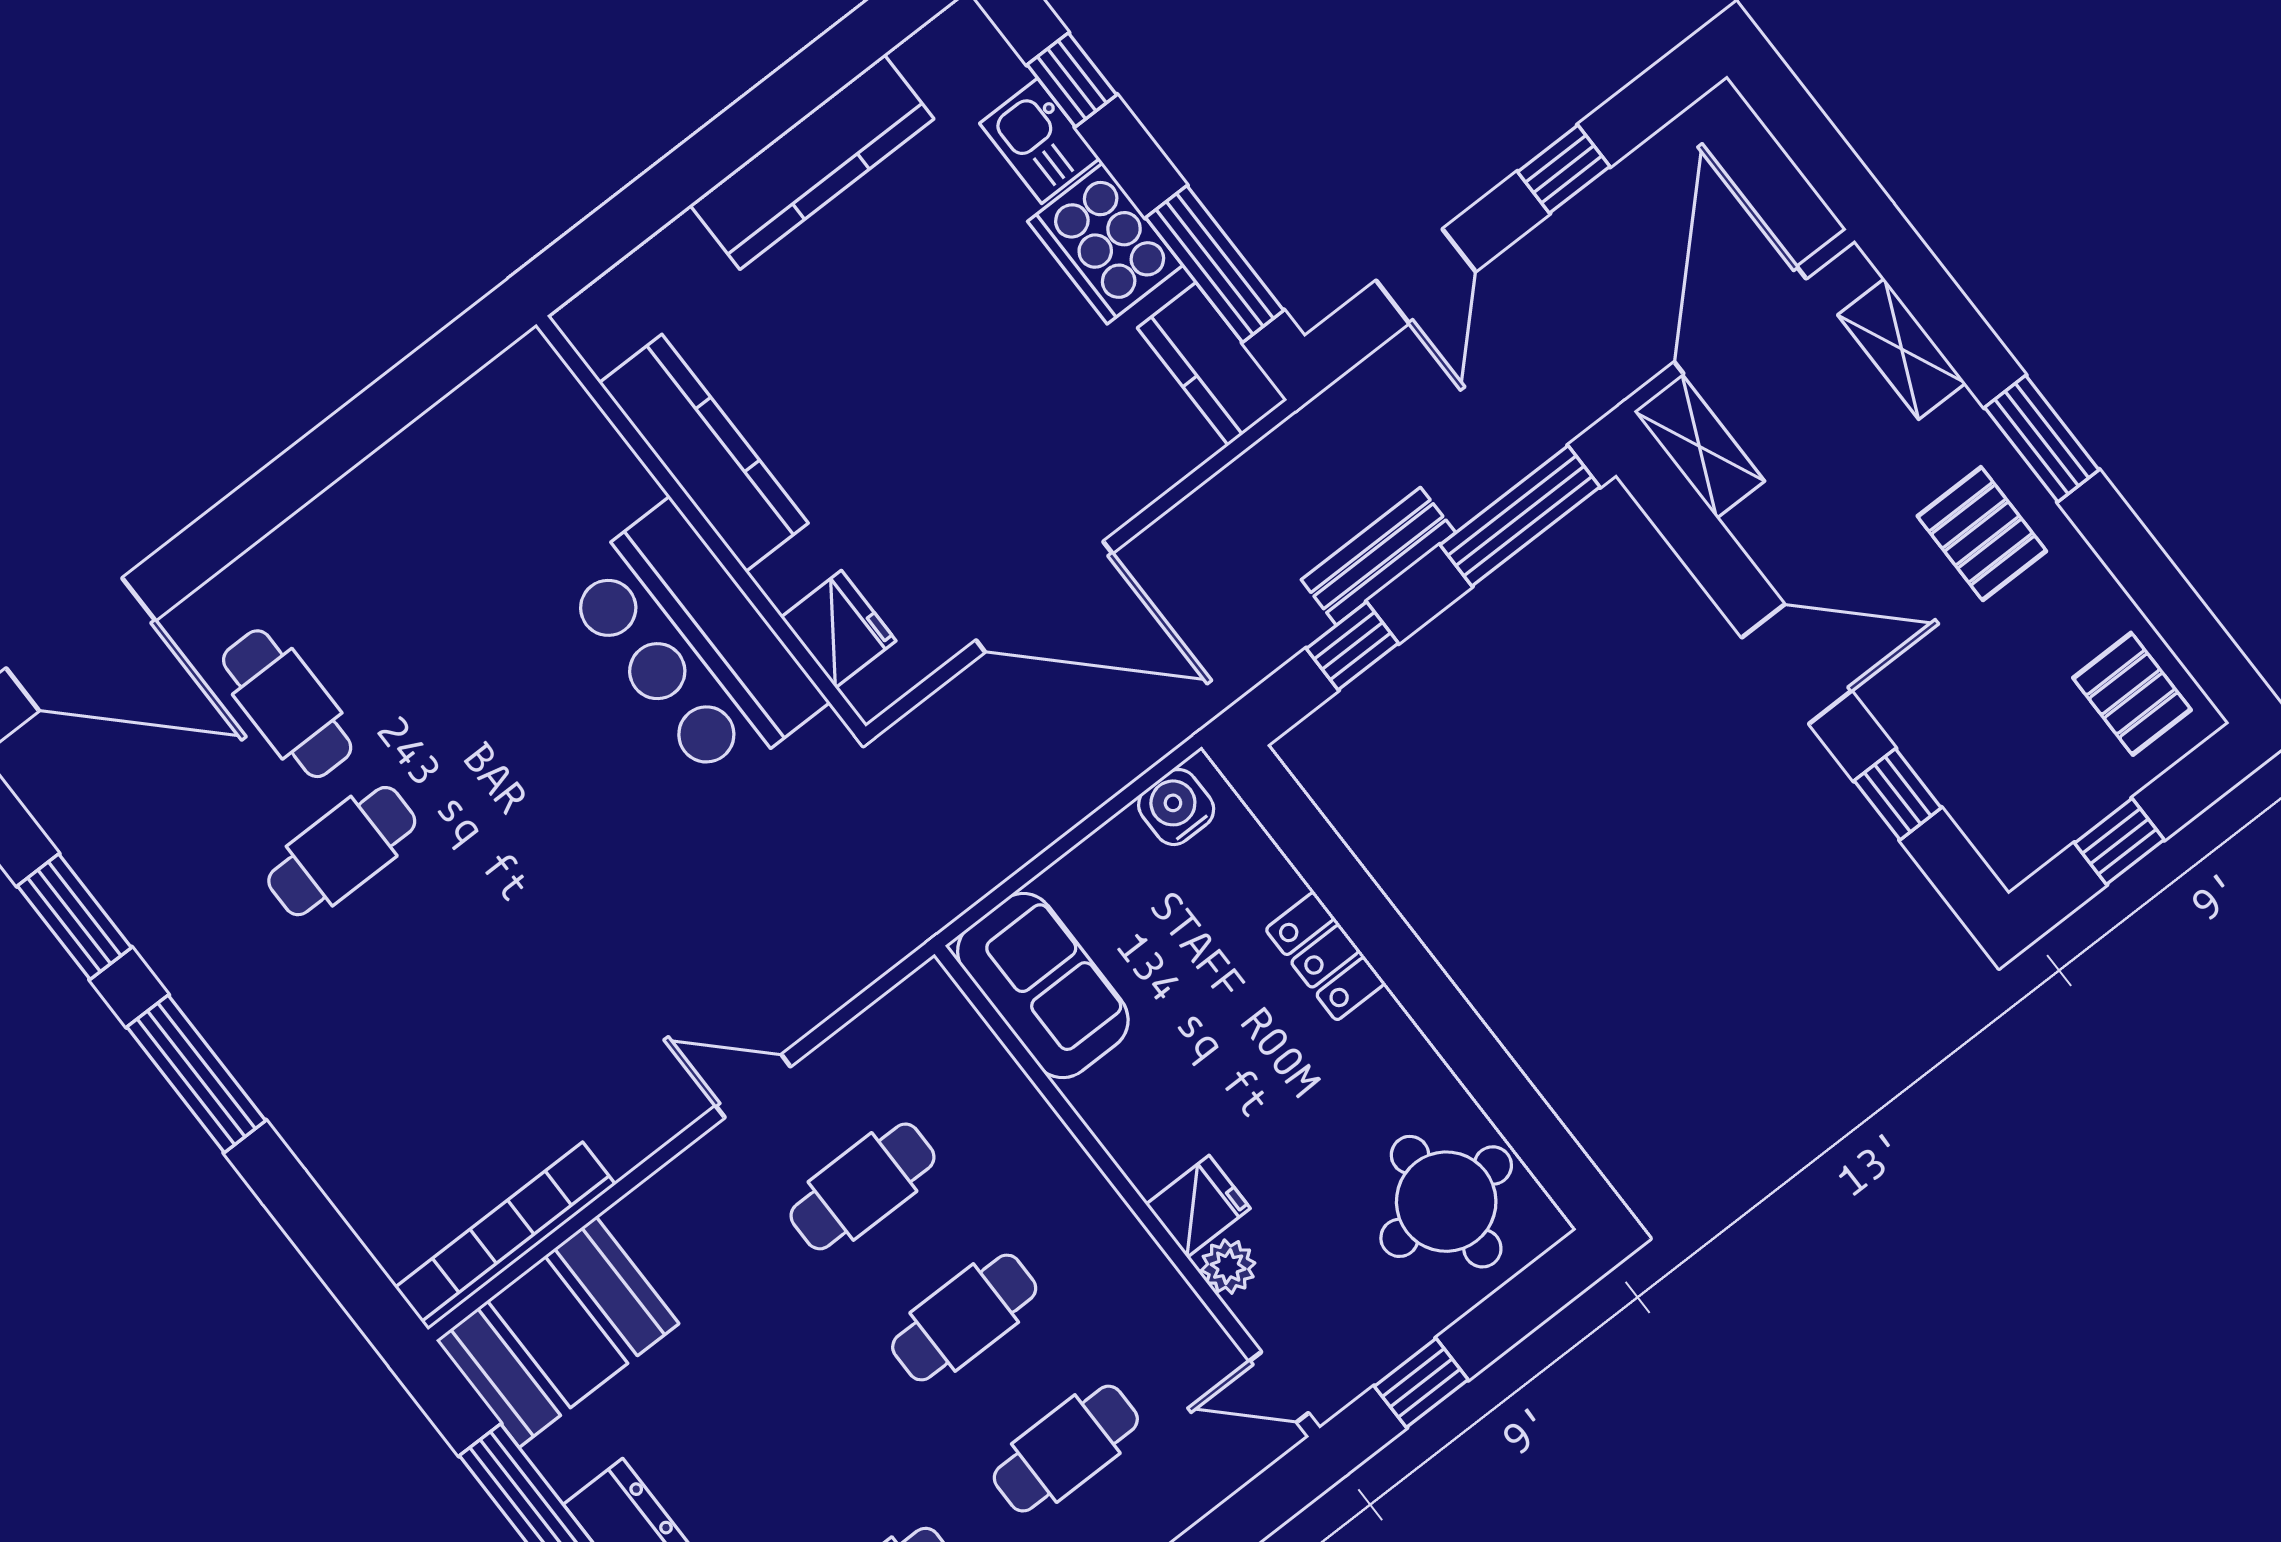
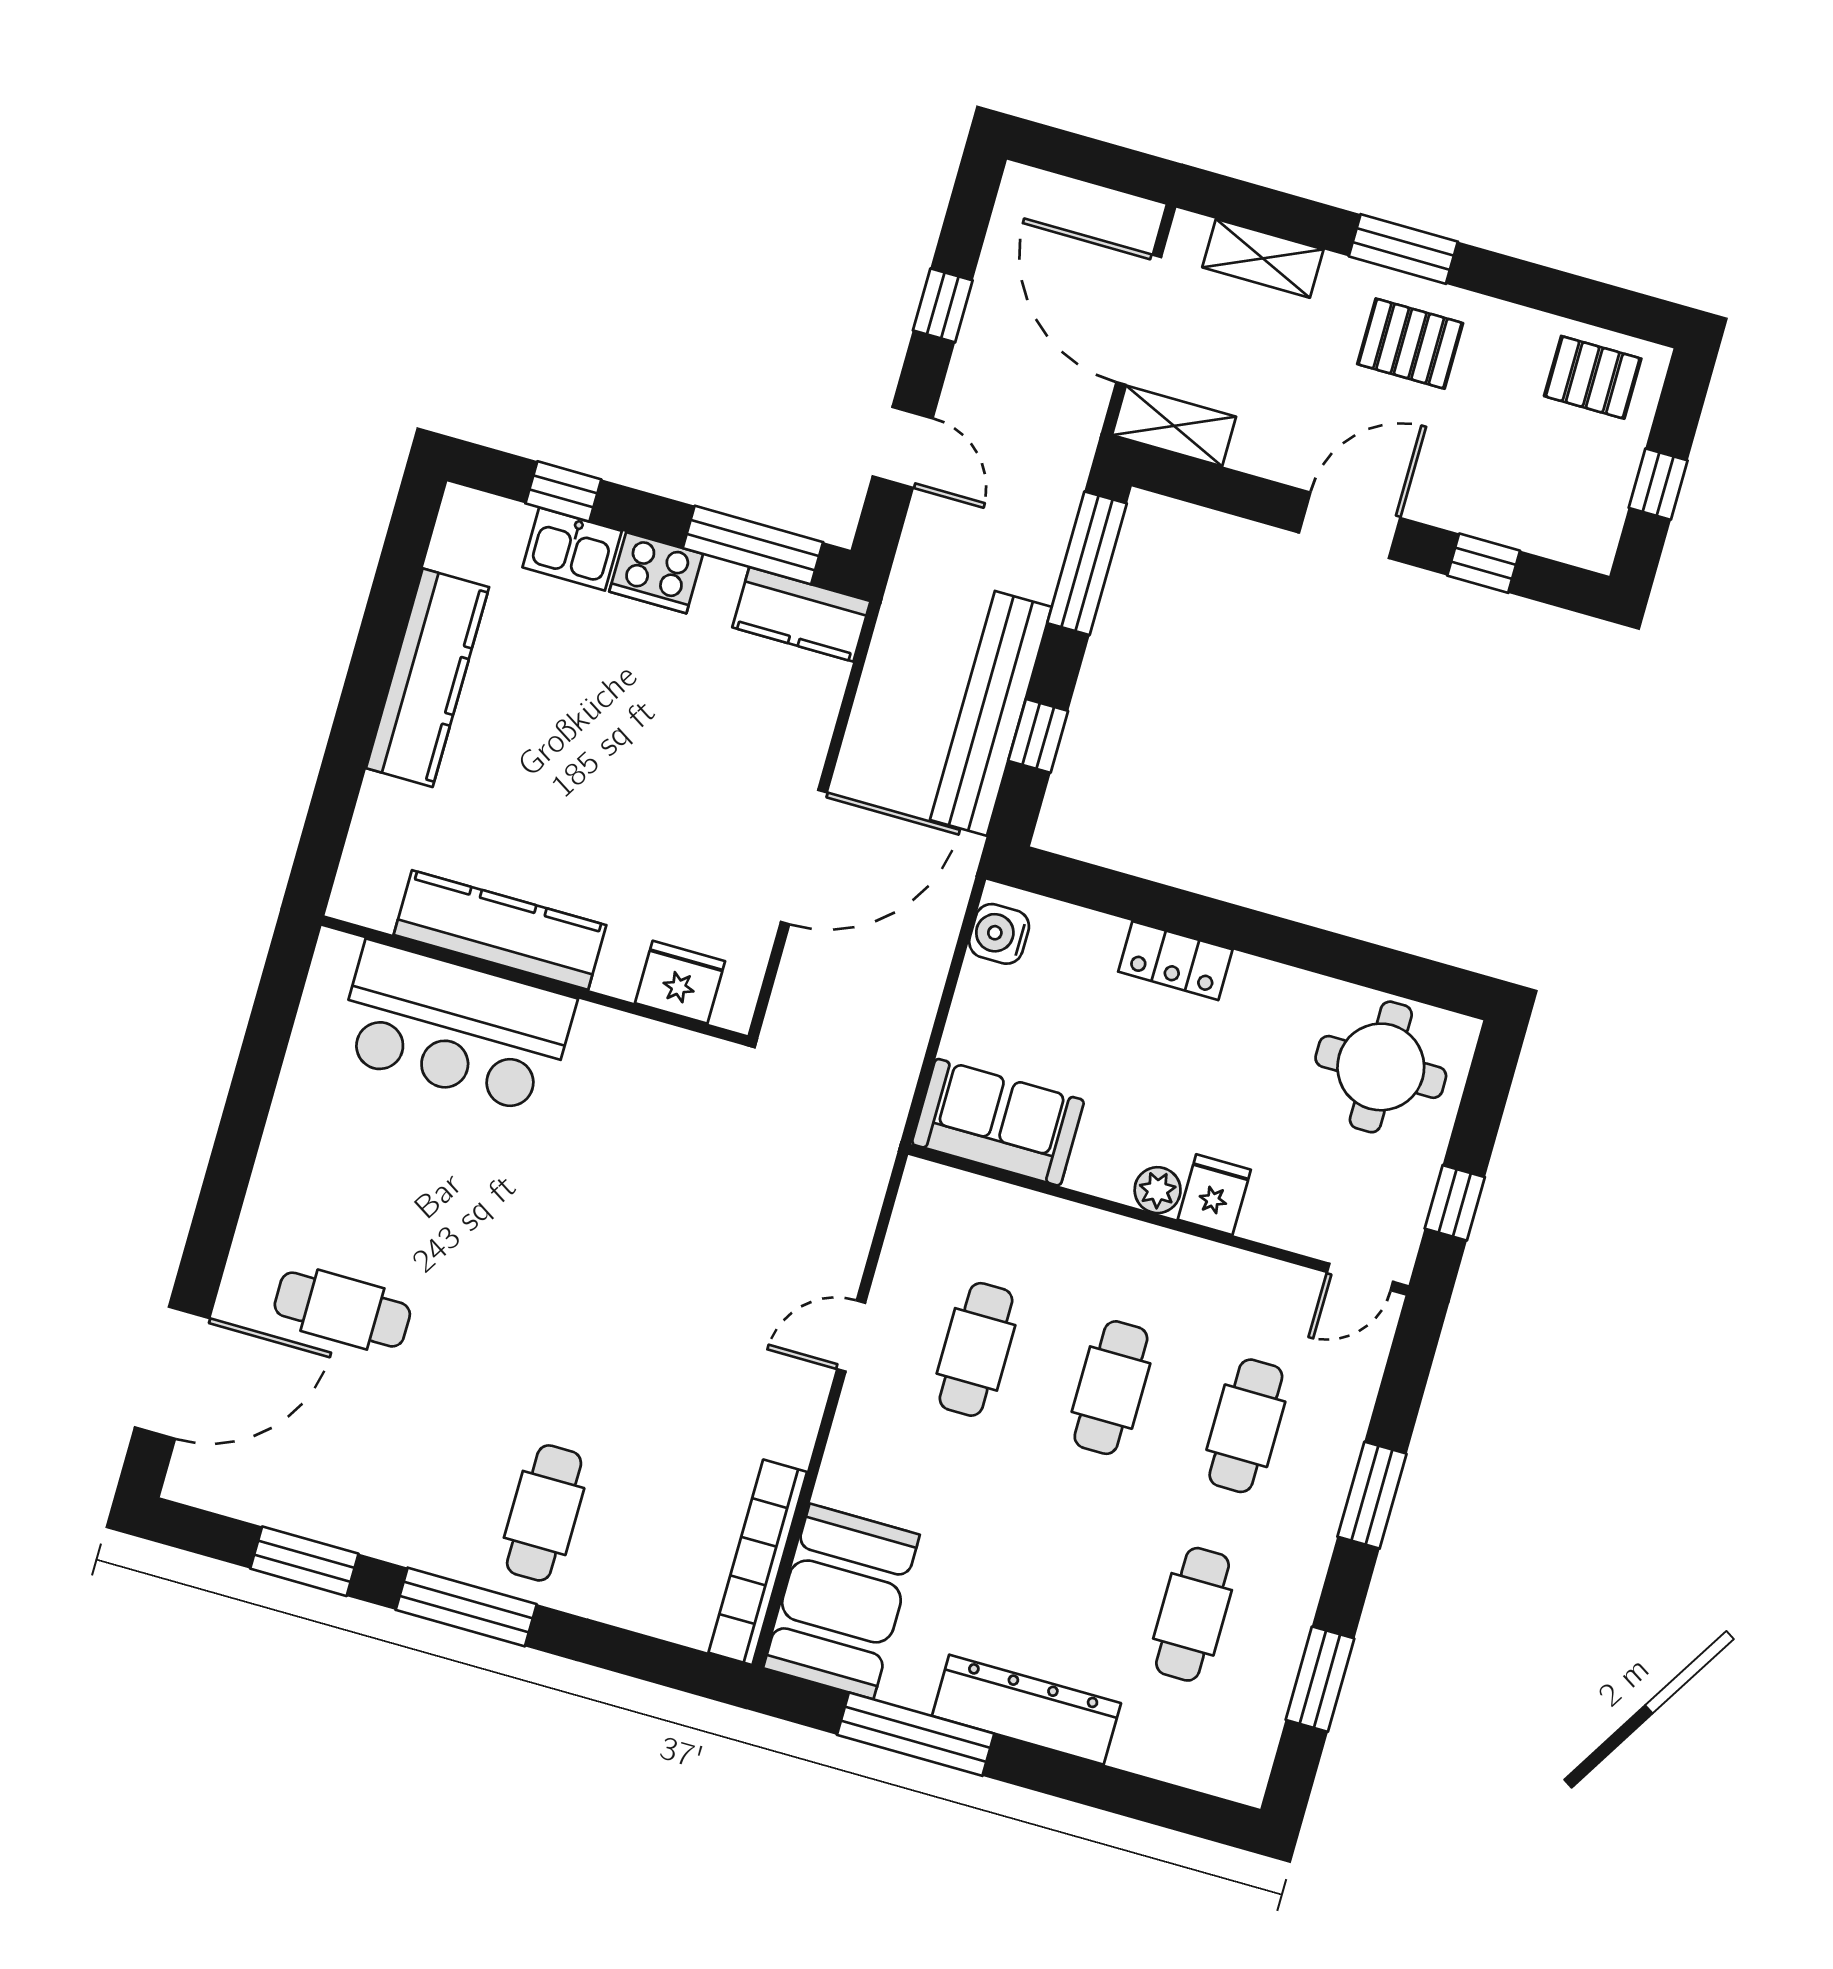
cooker: (1105, 243) -> (656, 573), width x0.73, depth x0.76
bench: (1378, 556) -> (991, 713), width x1.86, depth x1.21
bar counter: (693, 644) -> (455, 1027), moved
cafe table: (342, 851) -> (544, 1513), moved
plant: (1228, 1267) -> (1158, 1190), moved

